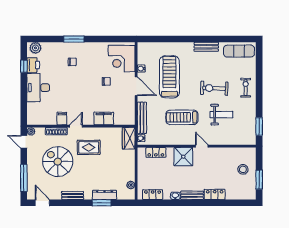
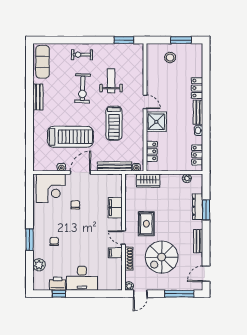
plant: (35, 48) -> (39, 265), moved
treadmill: (169, 77) -> (70, 137), turned 180
wardrobe: (129, 138) -> (148, 181), moved
door: (202, 146) -> (145, 102), swing flipped

